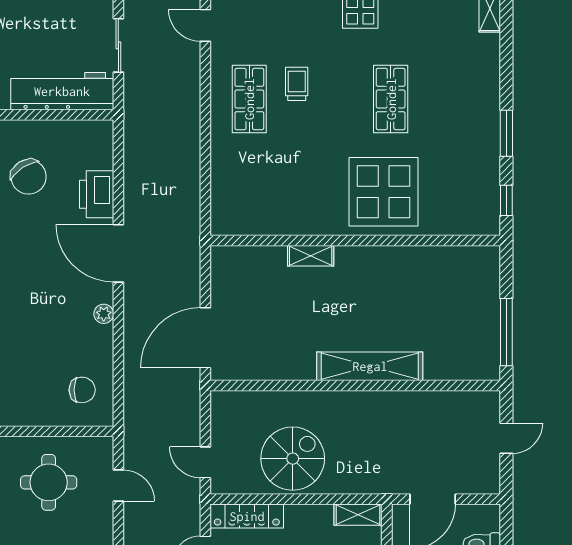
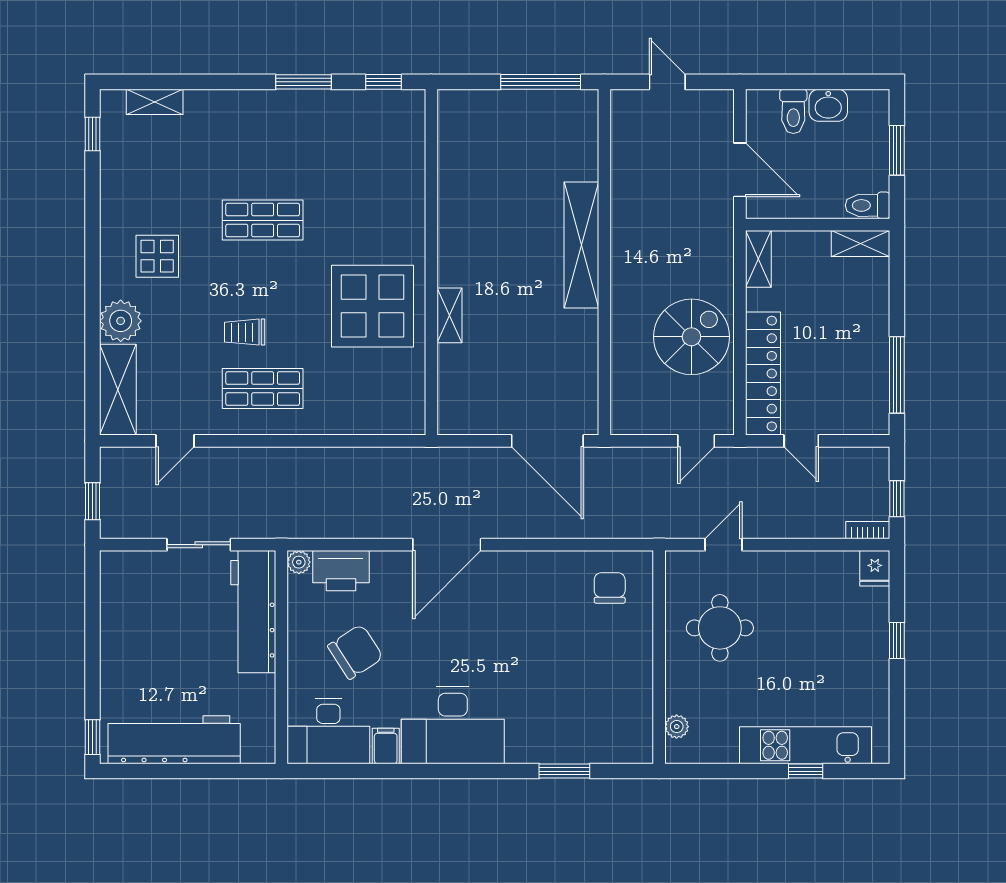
display table: (384, 192) -> (372, 306), moved
printer: (97, 194) -> (341, 571), moved
plant: (104, 314) -> (299, 562), moved
spiral stairs: (293, 459) -> (691, 337), turned 90
locker: (247, 516) -> (763, 373), width x1.41, depth x1.21

